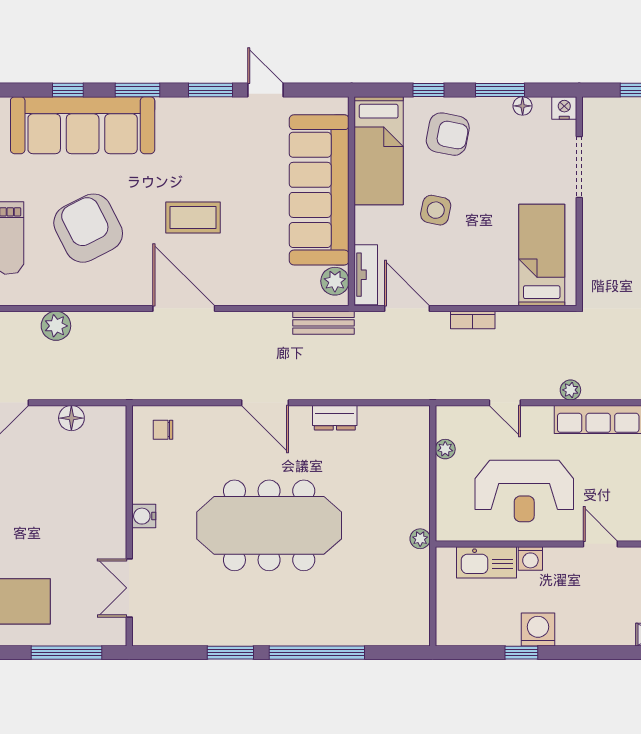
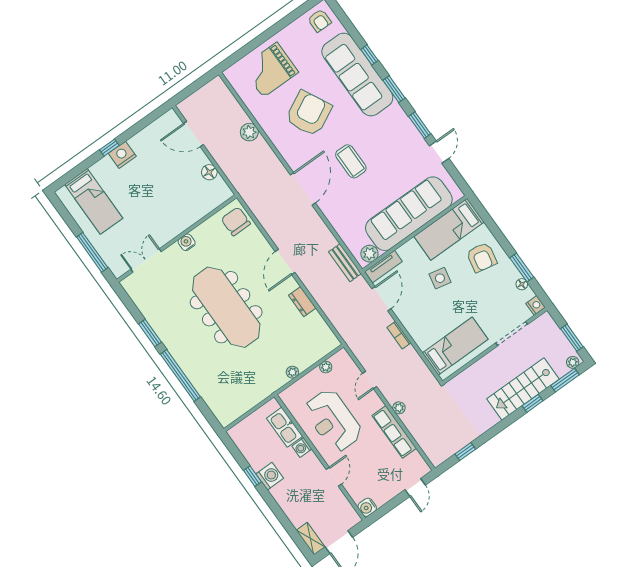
window: (429, 90) -> (497, 232), removed
chair: (163, 430) -> (236, 221), width x1.87, depth x1.87
plant: (420, 539) -> (292, 372), moved

